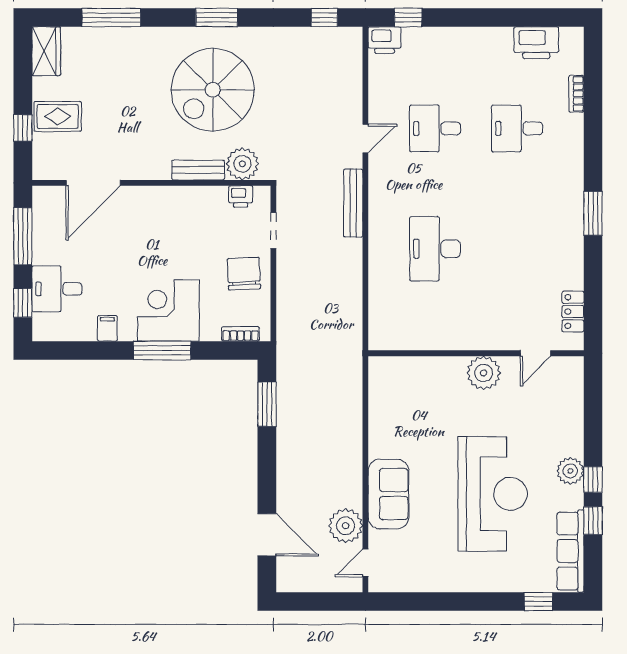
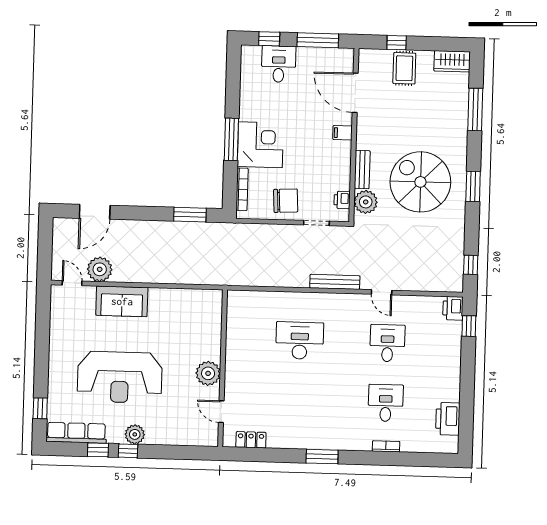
bookcase: (576, 94) -> (386, 446), moved
filing cabinet: (107, 328) -> (342, 133), moved, turned 180
bookcase: (240, 334) -> (242, 189), width x1.56

